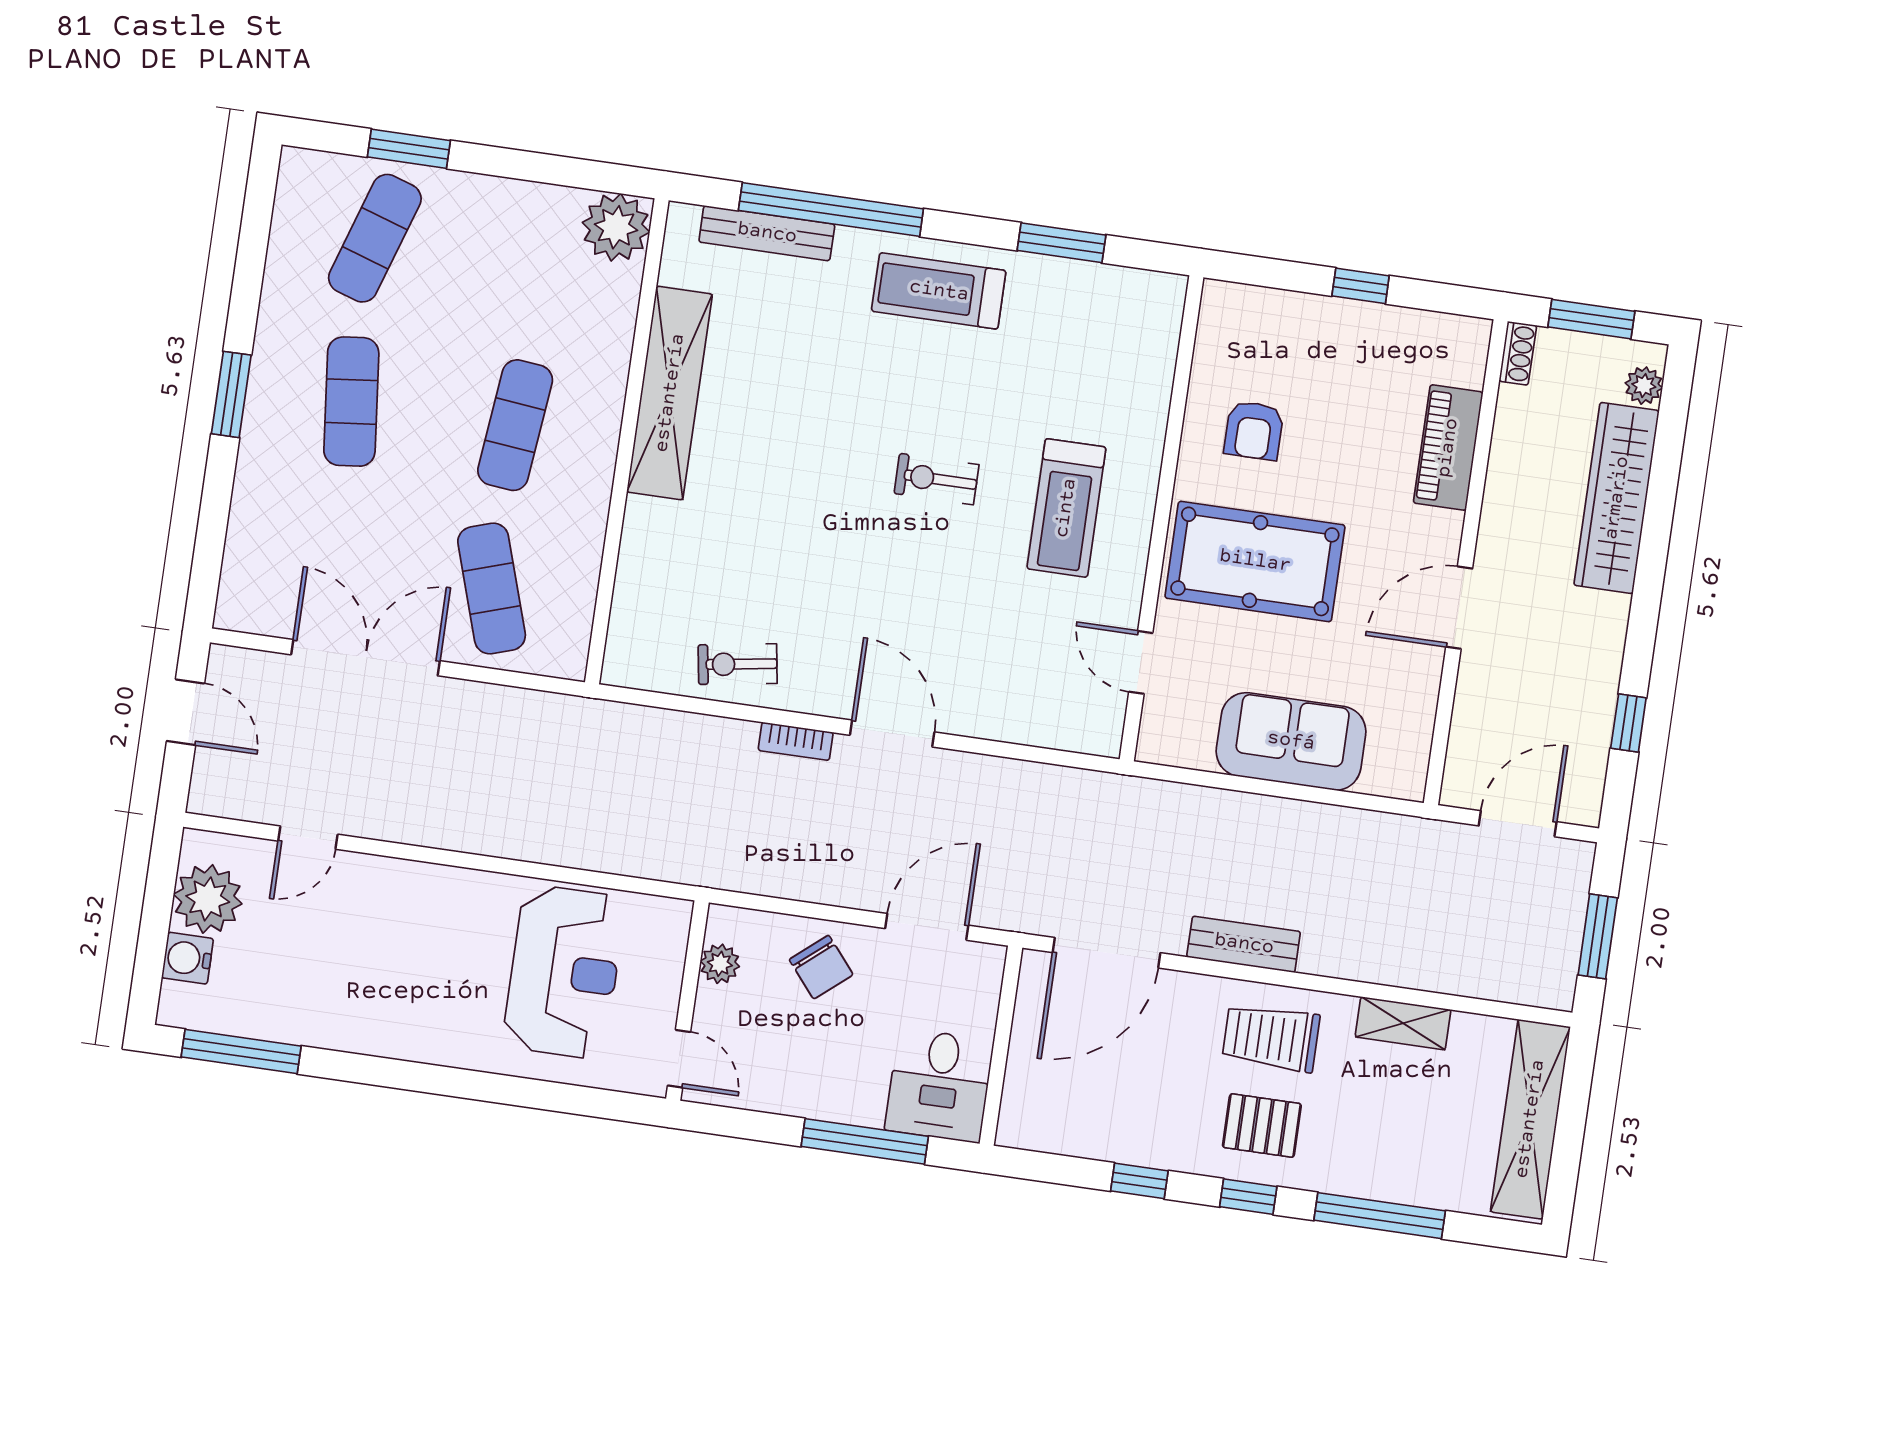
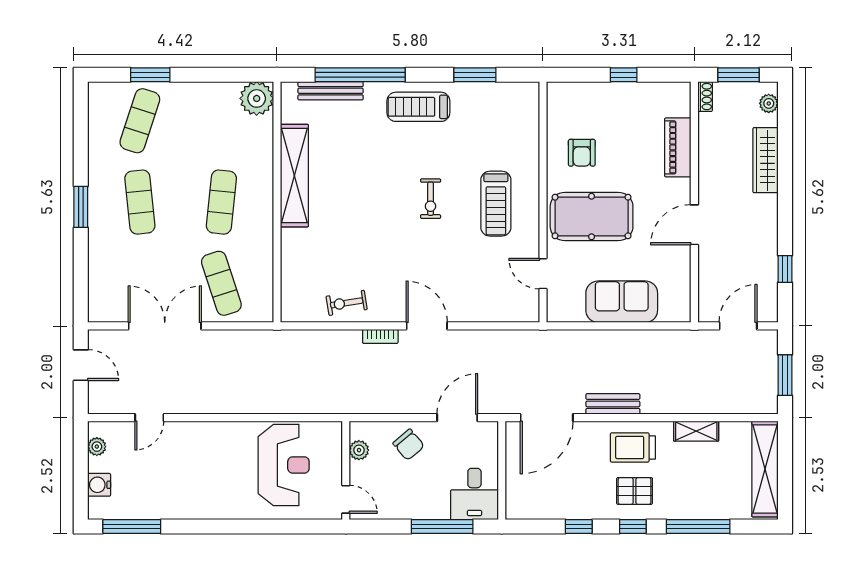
exercise bike: (936, 479) -> (431, 199), turned -90
wardrobe: (1617, 498) -> (765, 160), width x0.71, depth x0.85
plant: (208, 899) -> (97, 447), width x0.53, depth x0.53

